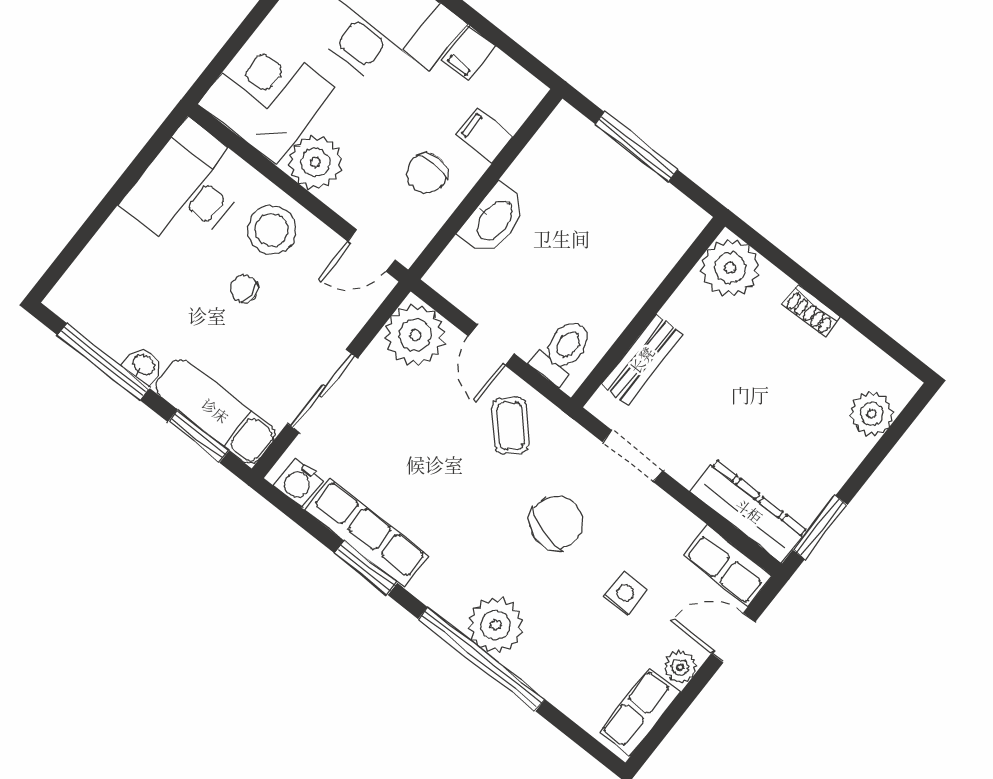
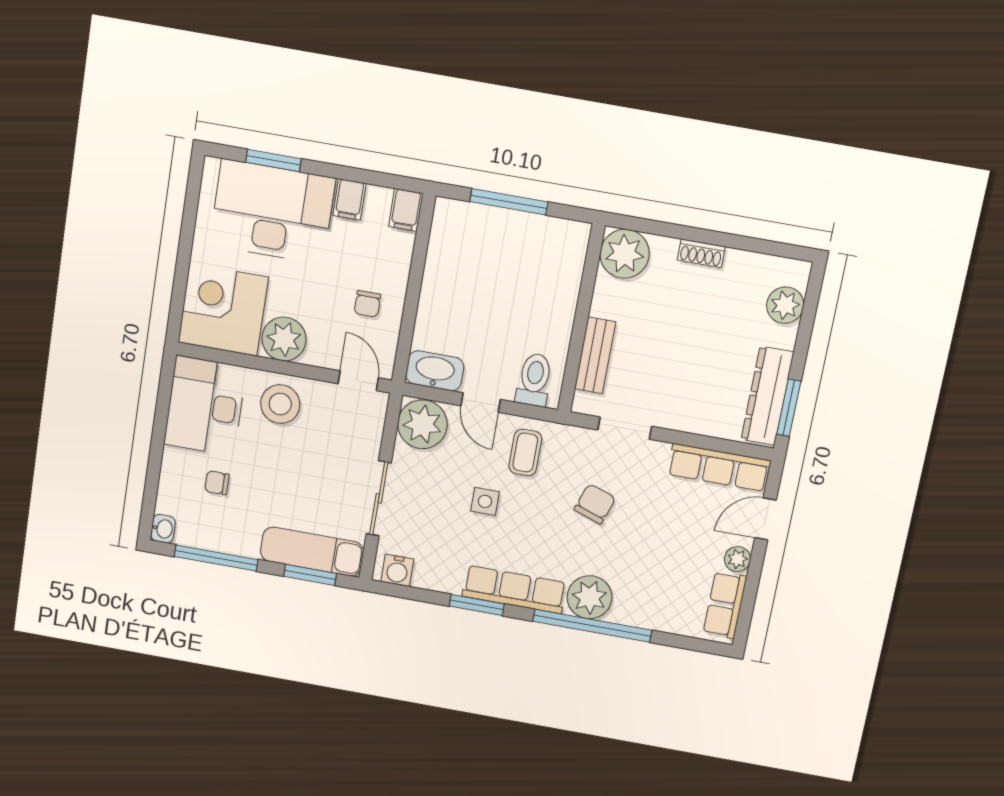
filing cabinet: (484, 135) -> (406, 210), moved, turned -90
chair: (427, 173) -> (367, 304), width x0.73, depth x0.73
washbasin: (494, 220) -> (435, 371), moved, turned -90
door: (371, 250) -> (358, 381), swing flipped
chair: (244, 289) -> (217, 483), moved
washbasin: (143, 365) -> (163, 529), moved, turned 90
coffee table: (511, 426) -> (525, 452), turned 42
dresser: (749, 511) -> (767, 396), moved, turned -90
chair: (556, 523) -> (595, 504), width x0.73, depth x0.73
row of seats: (367, 533) -> (514, 590), moved
row of seats: (728, 566) -> (719, 467), width x1.48
side table: (625, 593) -> (485, 501), moved

